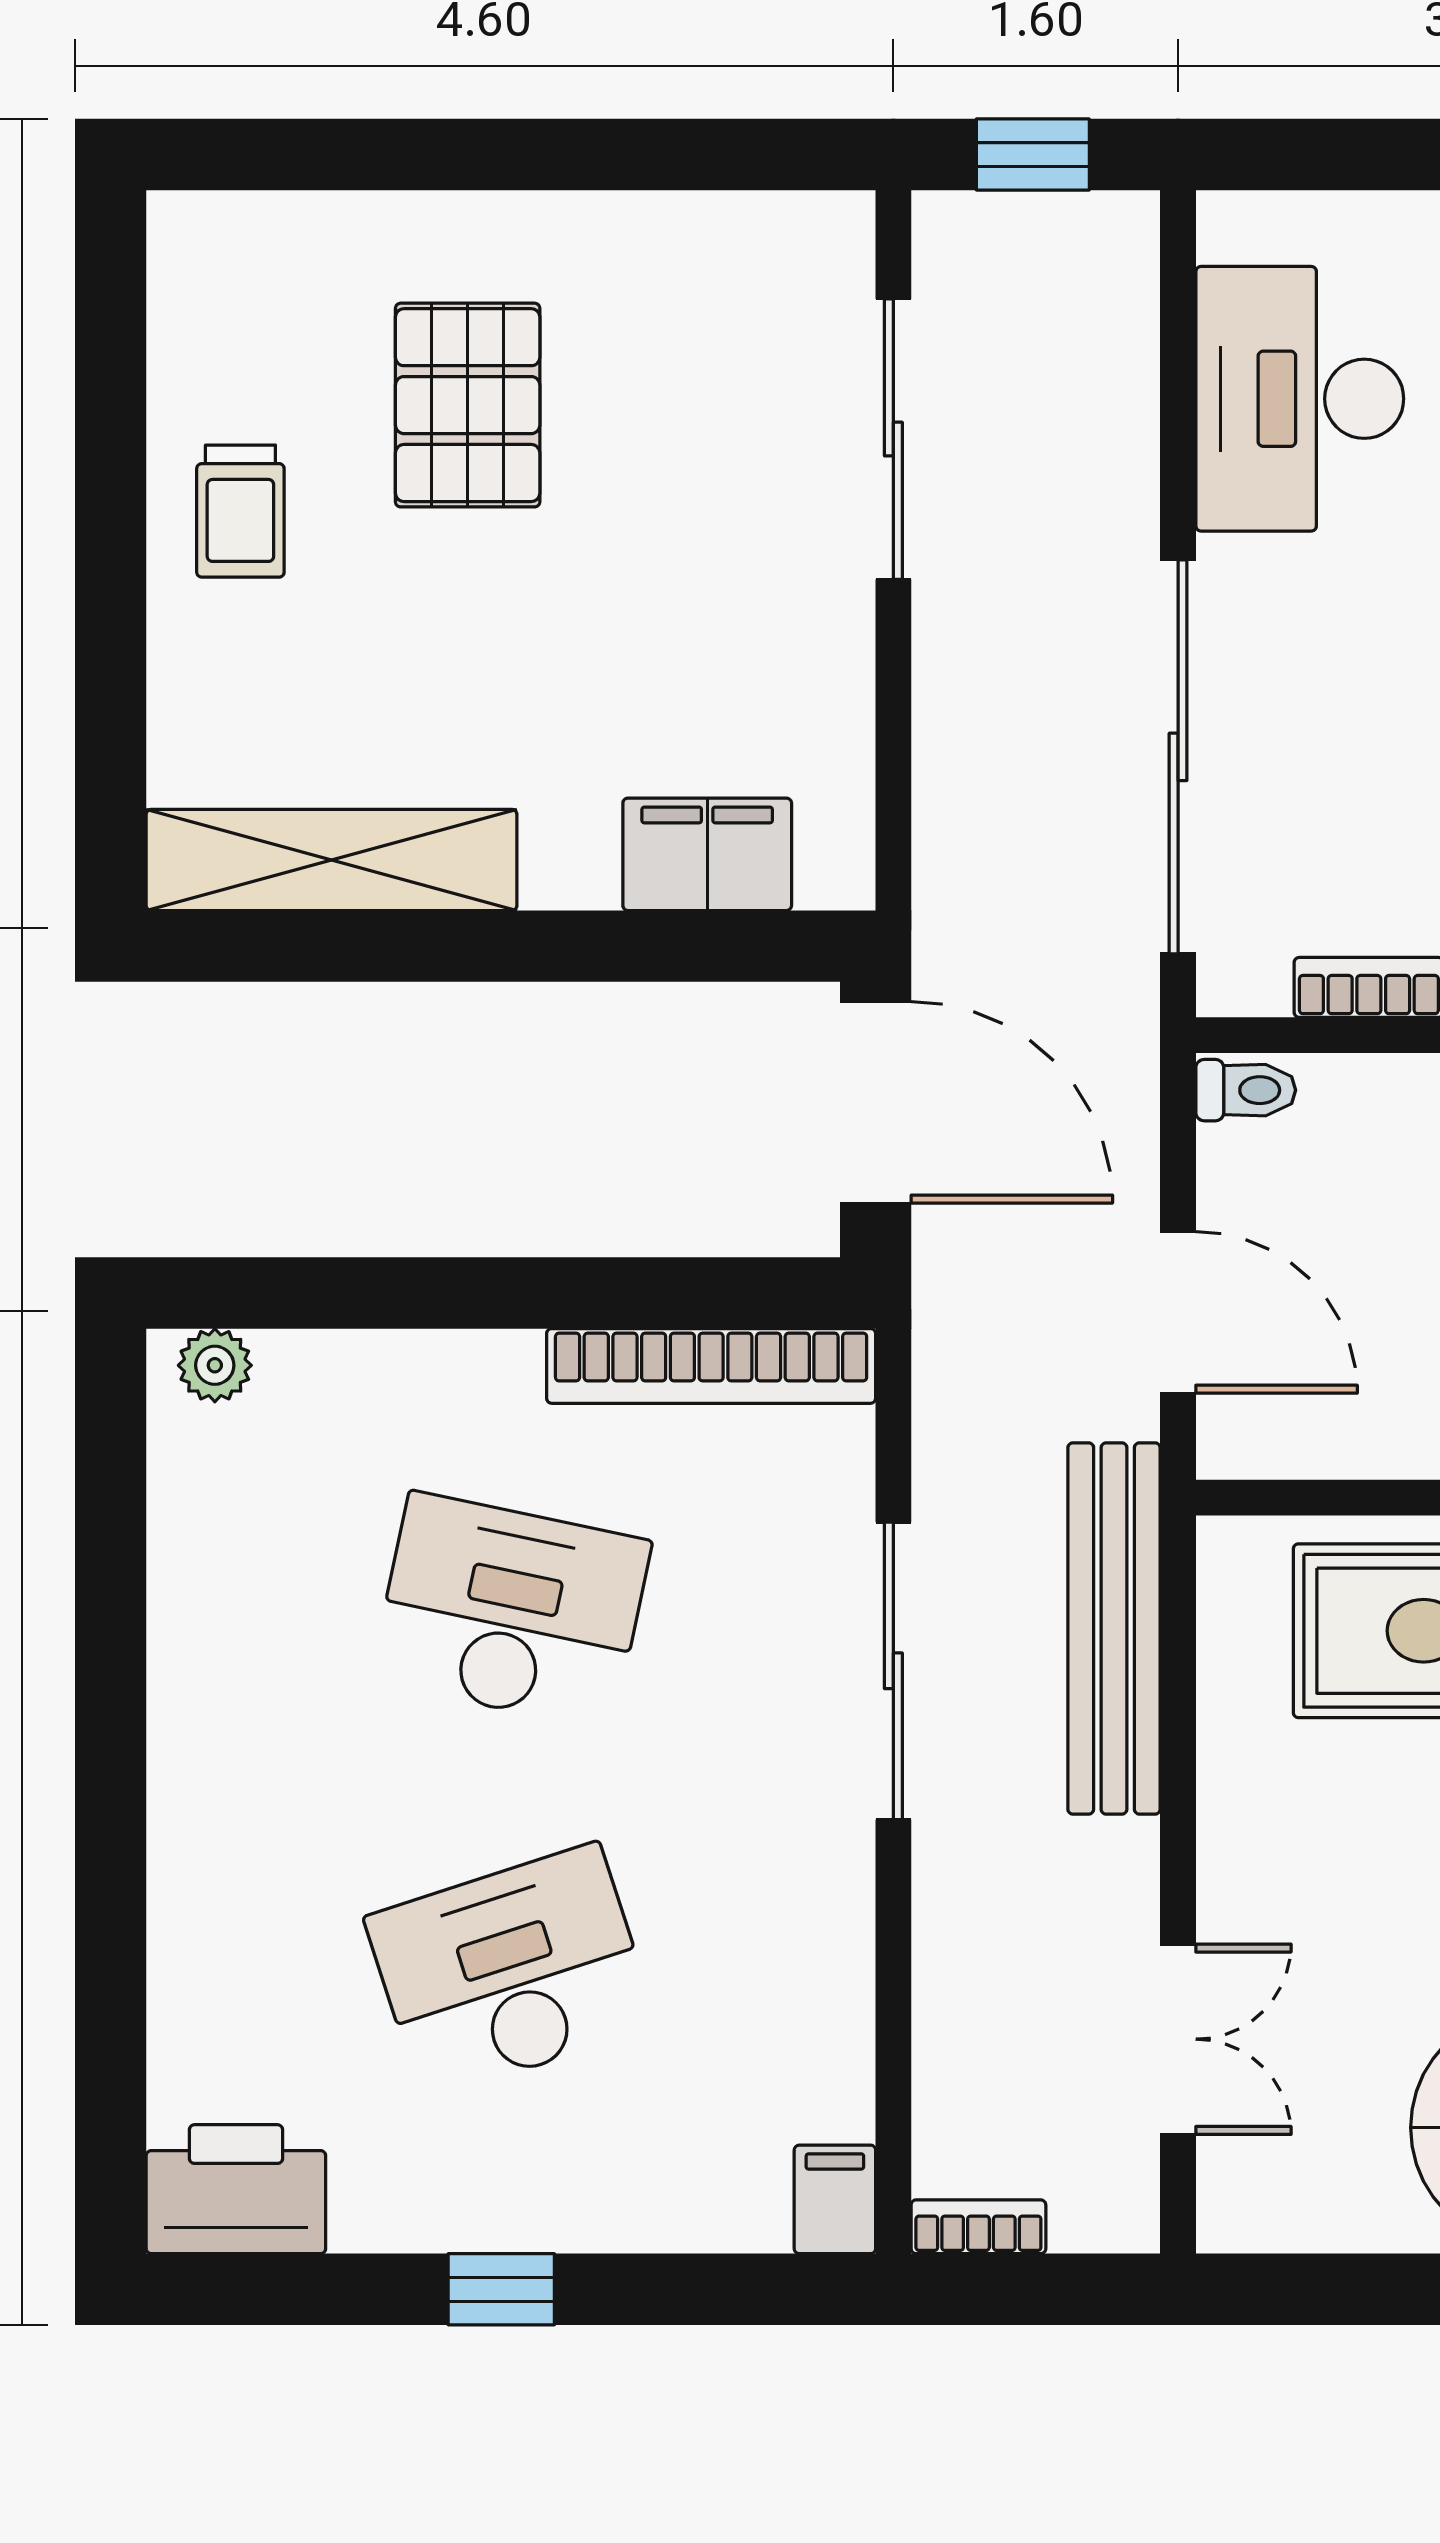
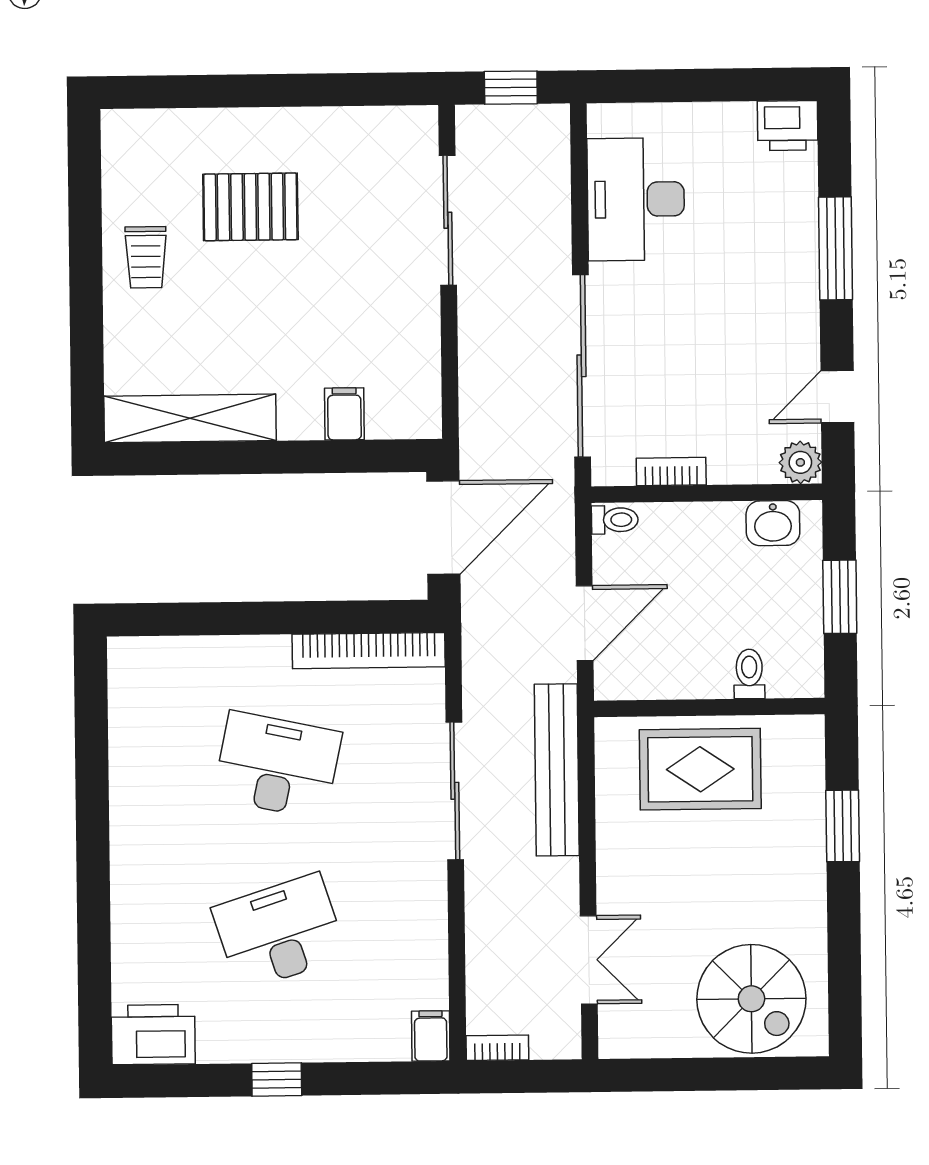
pallet: (468, 405) -> (250, 207), turned 90
filing cabinet: (707, 854) -> (344, 414), width x0.50
door: (876, 1102) -> (443, 528), hinge flipped
door: (1178, 1312) -> (585, 623), hinge flipped
plant: (215, 1365) -> (139, 653), removed

